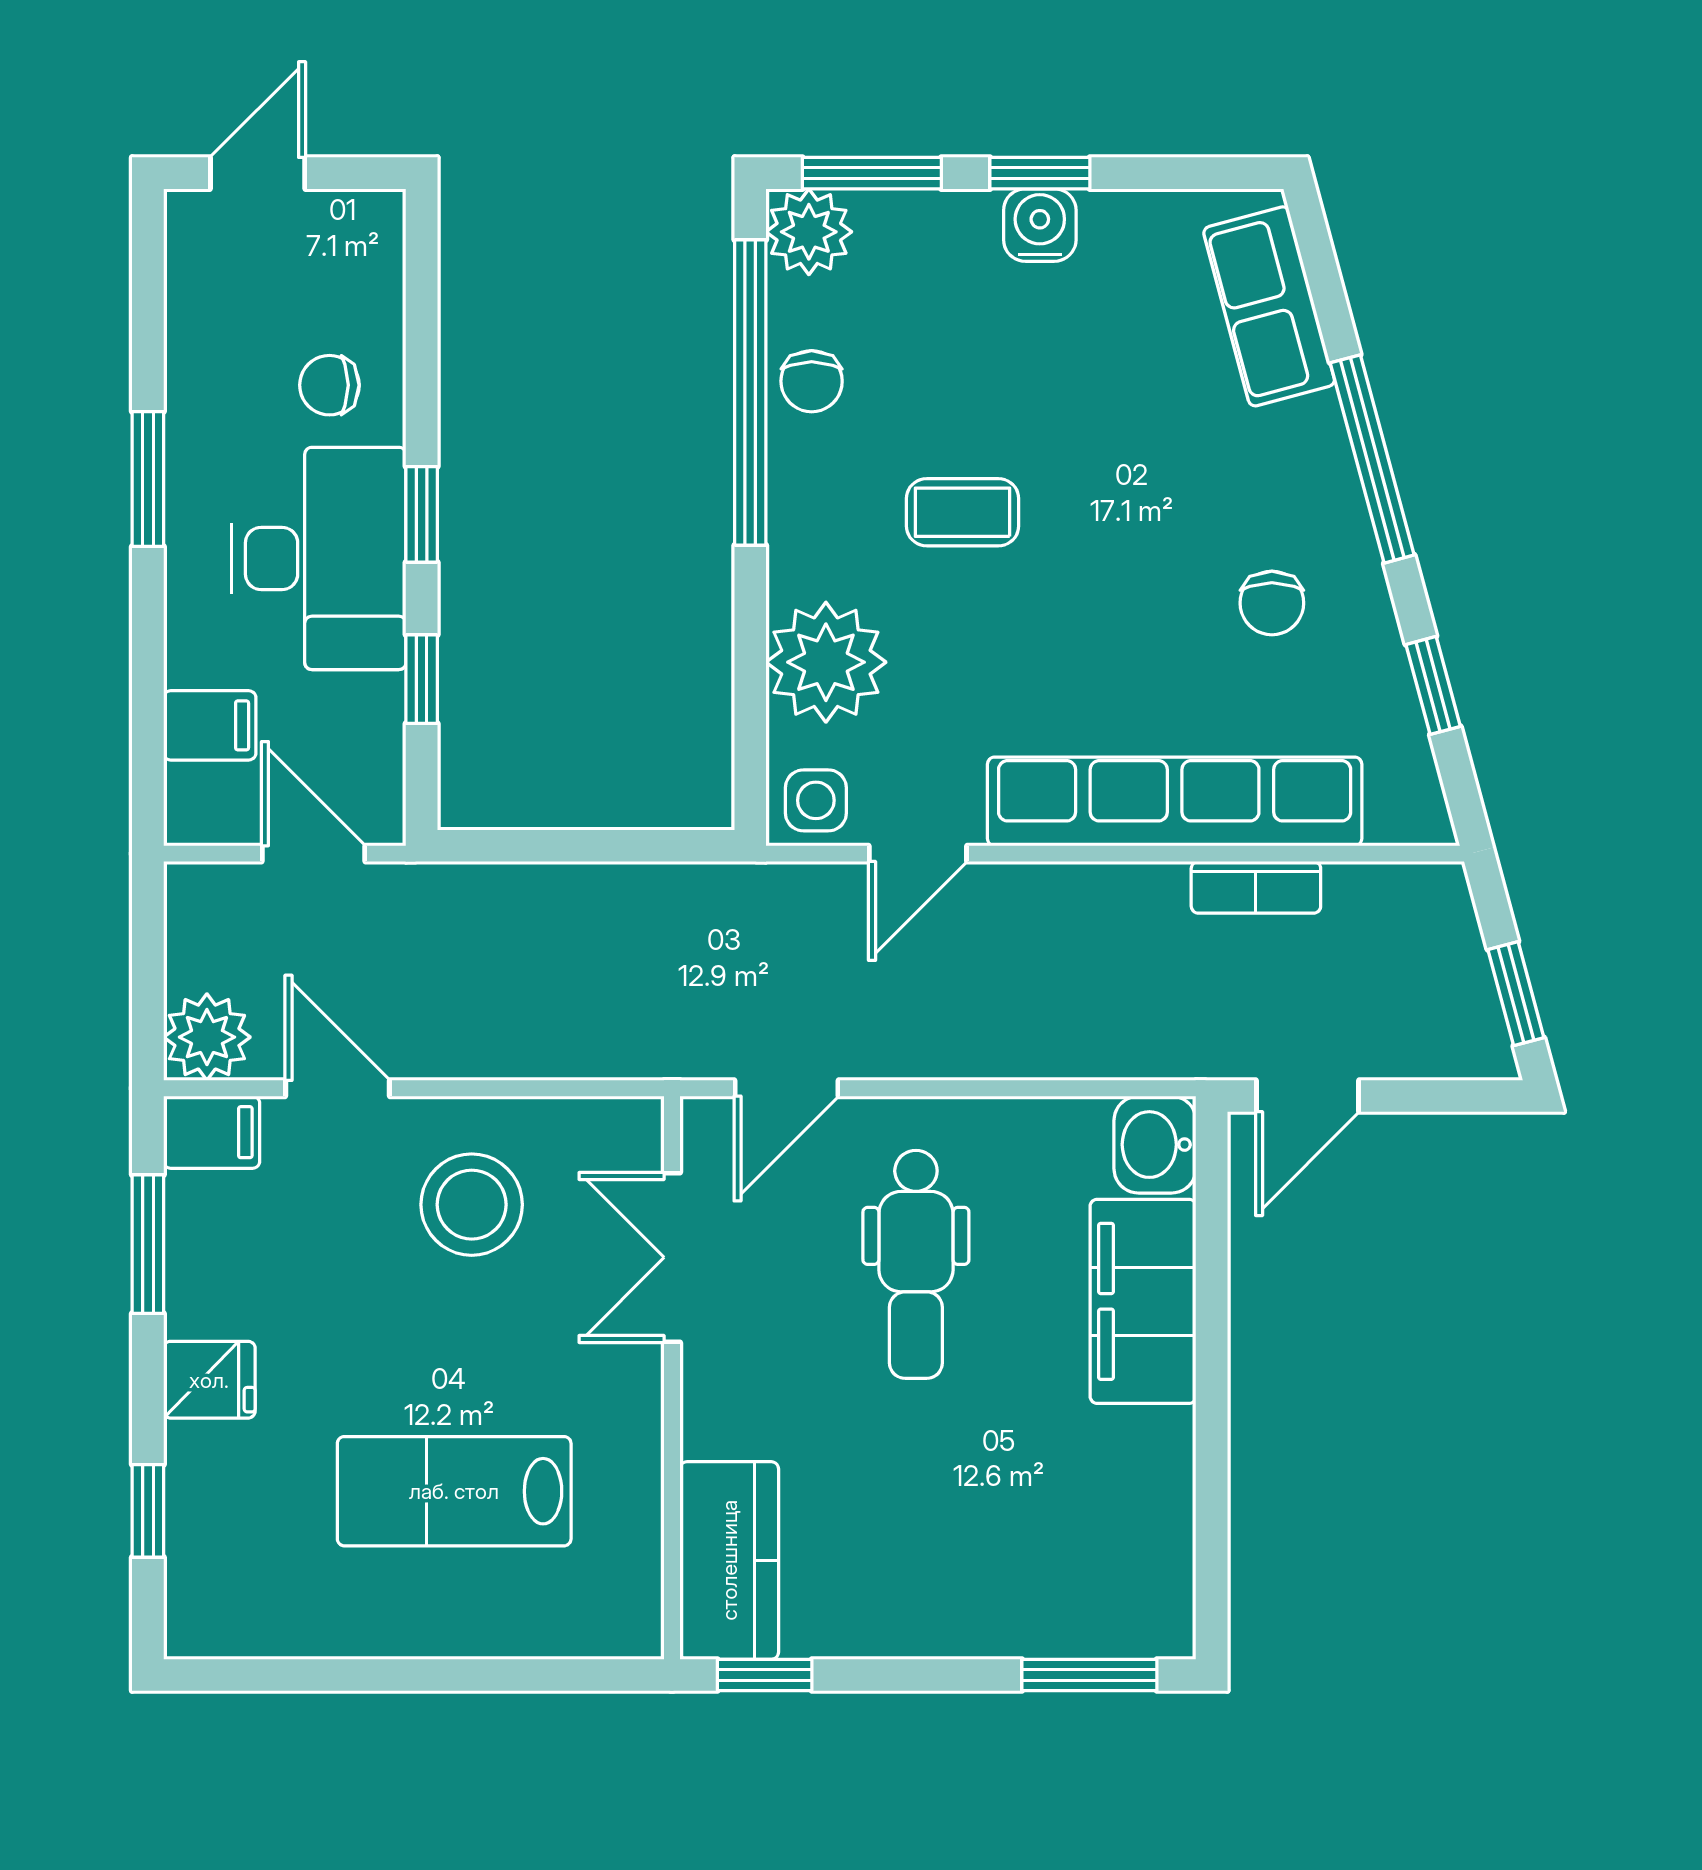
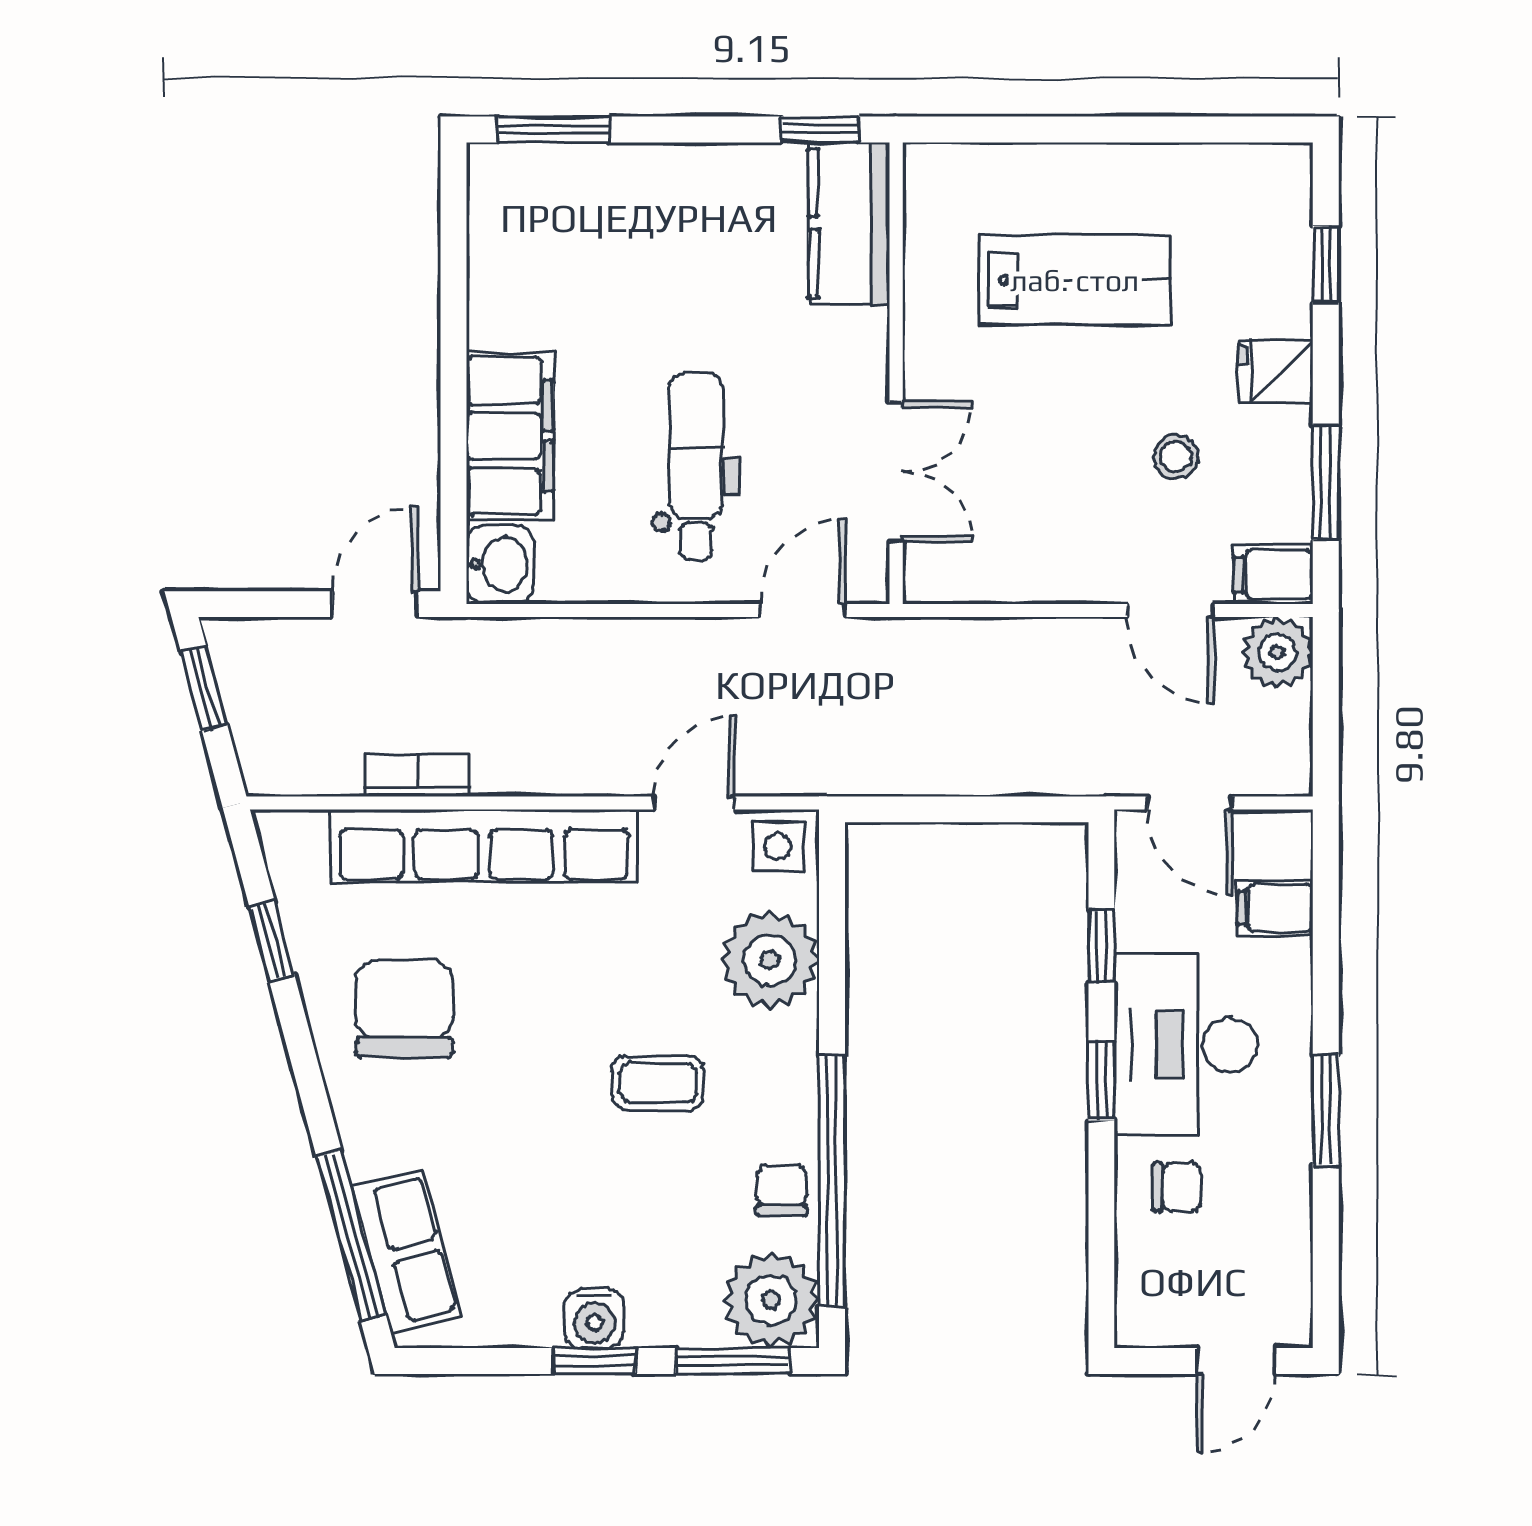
plant: (809, 232) -> (771, 1300), width x1.36, depth x1.36
window: (1372, 459) -> (351, 1236), moved
chair: (1272, 603) -> (404, 1008), width x1.87, depth x1.87
stool: (472, 1205) -> (1176, 457), moved, width x0.53, depth x0.53

